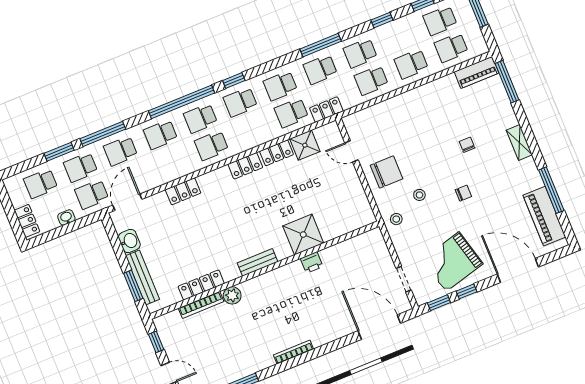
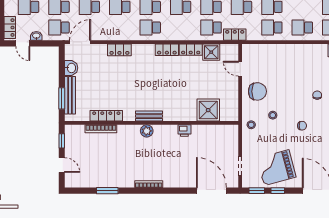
door: (53, 234) -> (23, 43), added
shower: (303, 235) -> (208, 110), moved
plant: (232, 295) -> (147, 131), moved

